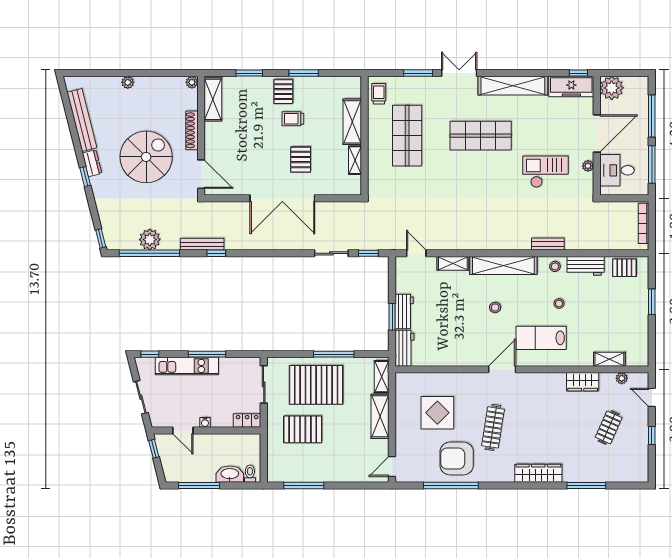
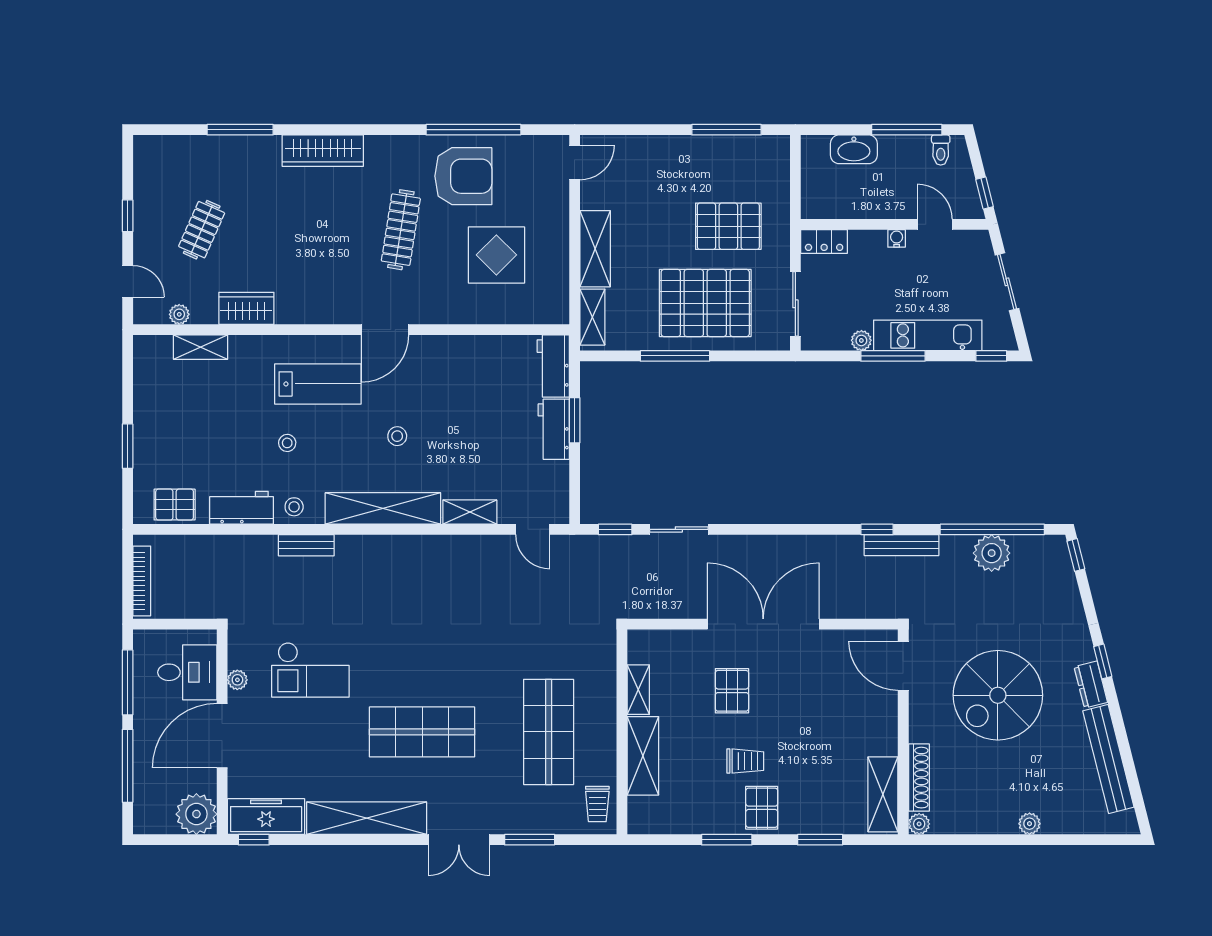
shoe rack: (192, 130) -> (919, 778), moved
plant: (225, 363) -> (861, 340), added
toilet: (250, 474) -> (941, 150), moved

